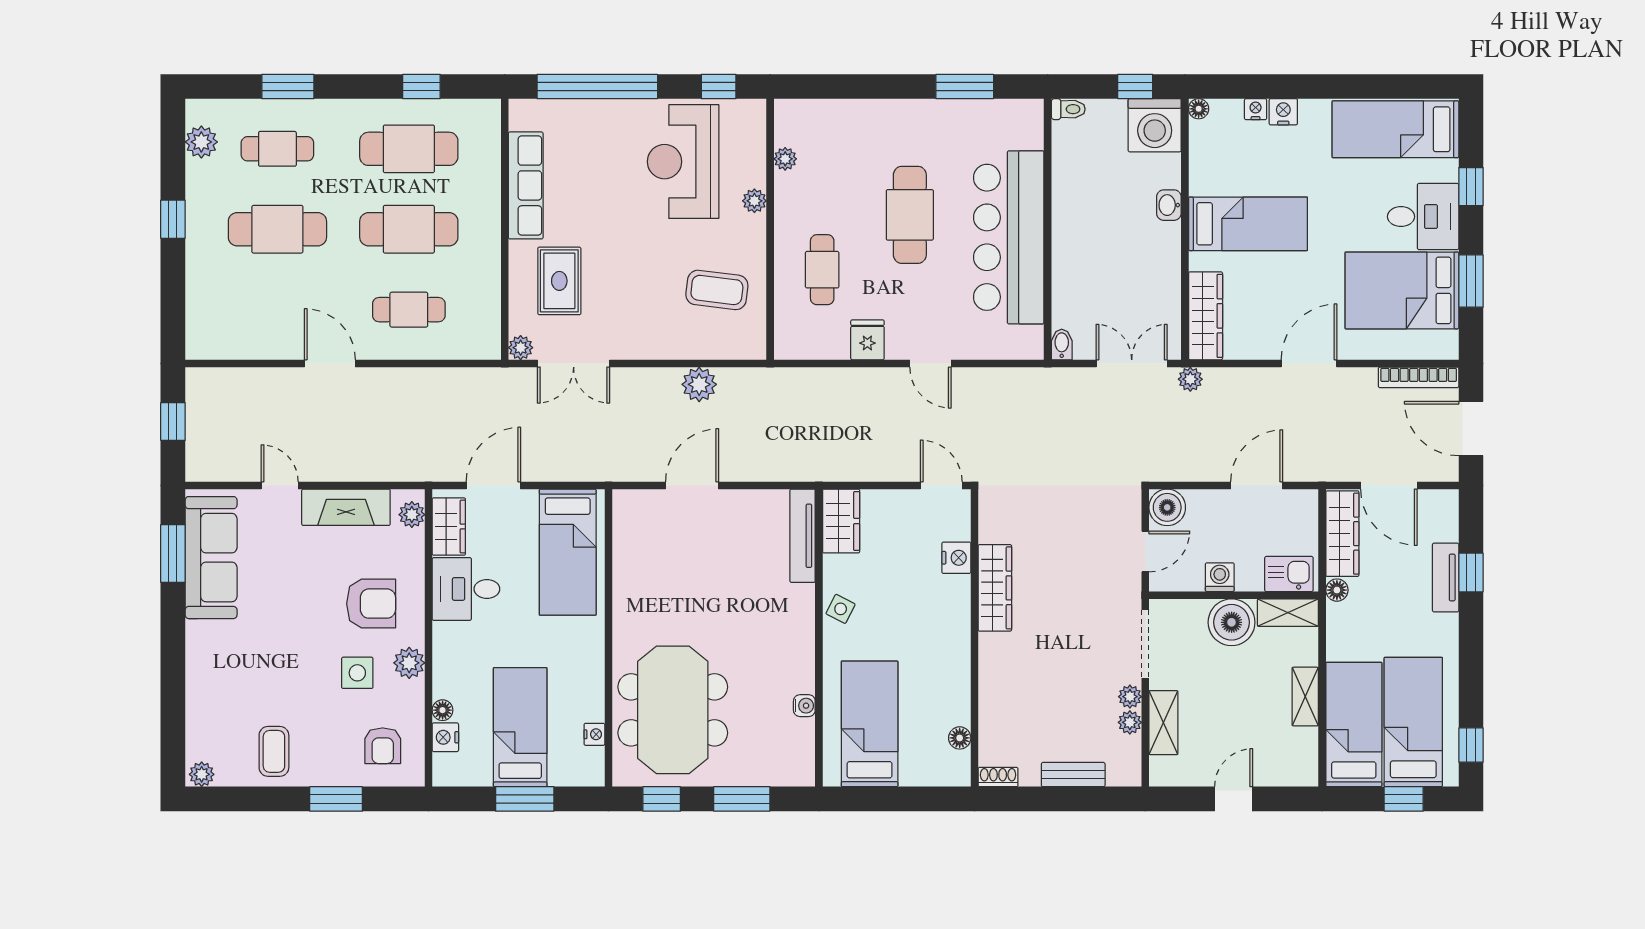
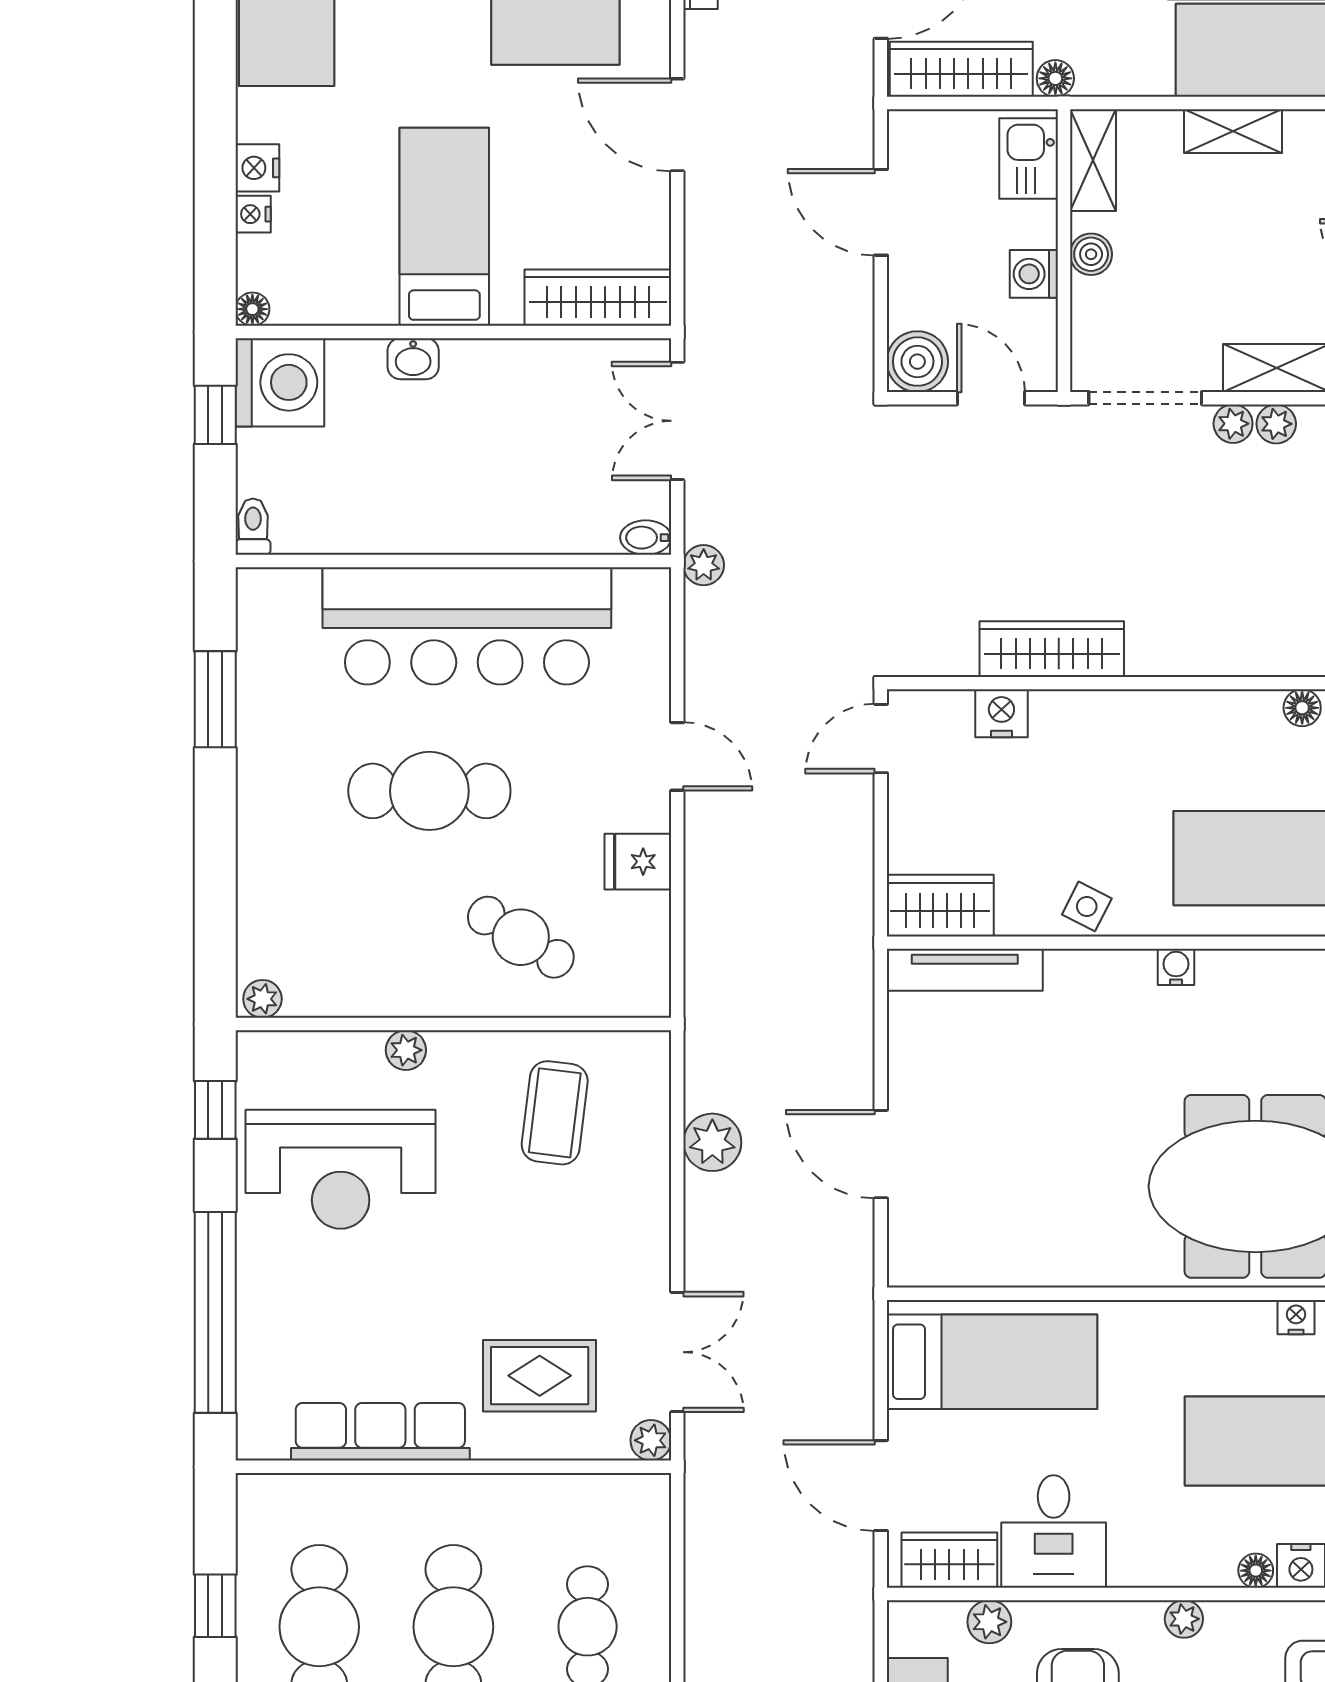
plant: (785, 159) -> (262, 999), moved
cafe table: (822, 270) -> (521, 937), turned 32
door: (931, 363) -> (677, 756), hinge flipped
plant: (1190, 379) -> (704, 565), moved
plant: (412, 515) -> (989, 1622), moved
boiler: (1232, 622) -> (1091, 254), width x0.54, depth x0.54
plant: (409, 663) -> (1184, 1619), width x0.73, depth x0.73
water cooler: (804, 706) -> (1176, 967), moved

